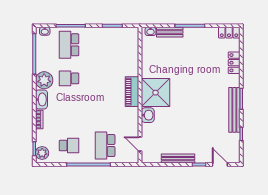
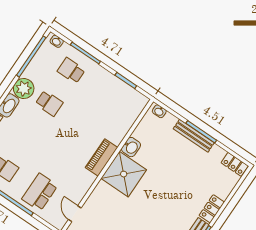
bench: (170, 32) -> (194, 136), moved, width x1.36
school desk: (69, 45) -> (71, 71), width x0.54
locker: (234, 63) -> (212, 209), moved
school desk: (69, 78) -> (49, 103), turned 180
washbasin: (148, 115) -> (131, 147), moved

